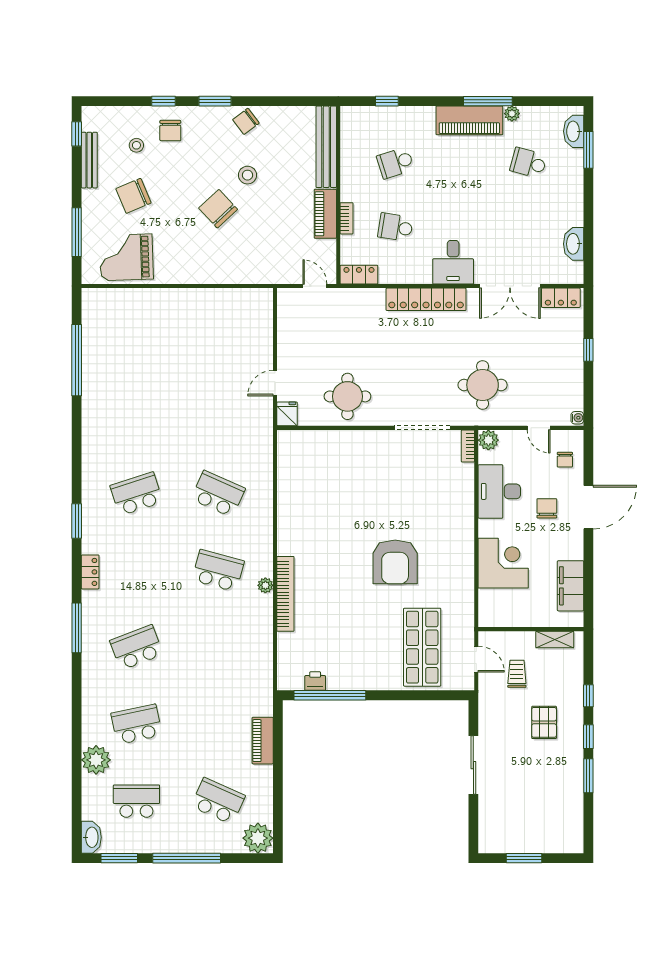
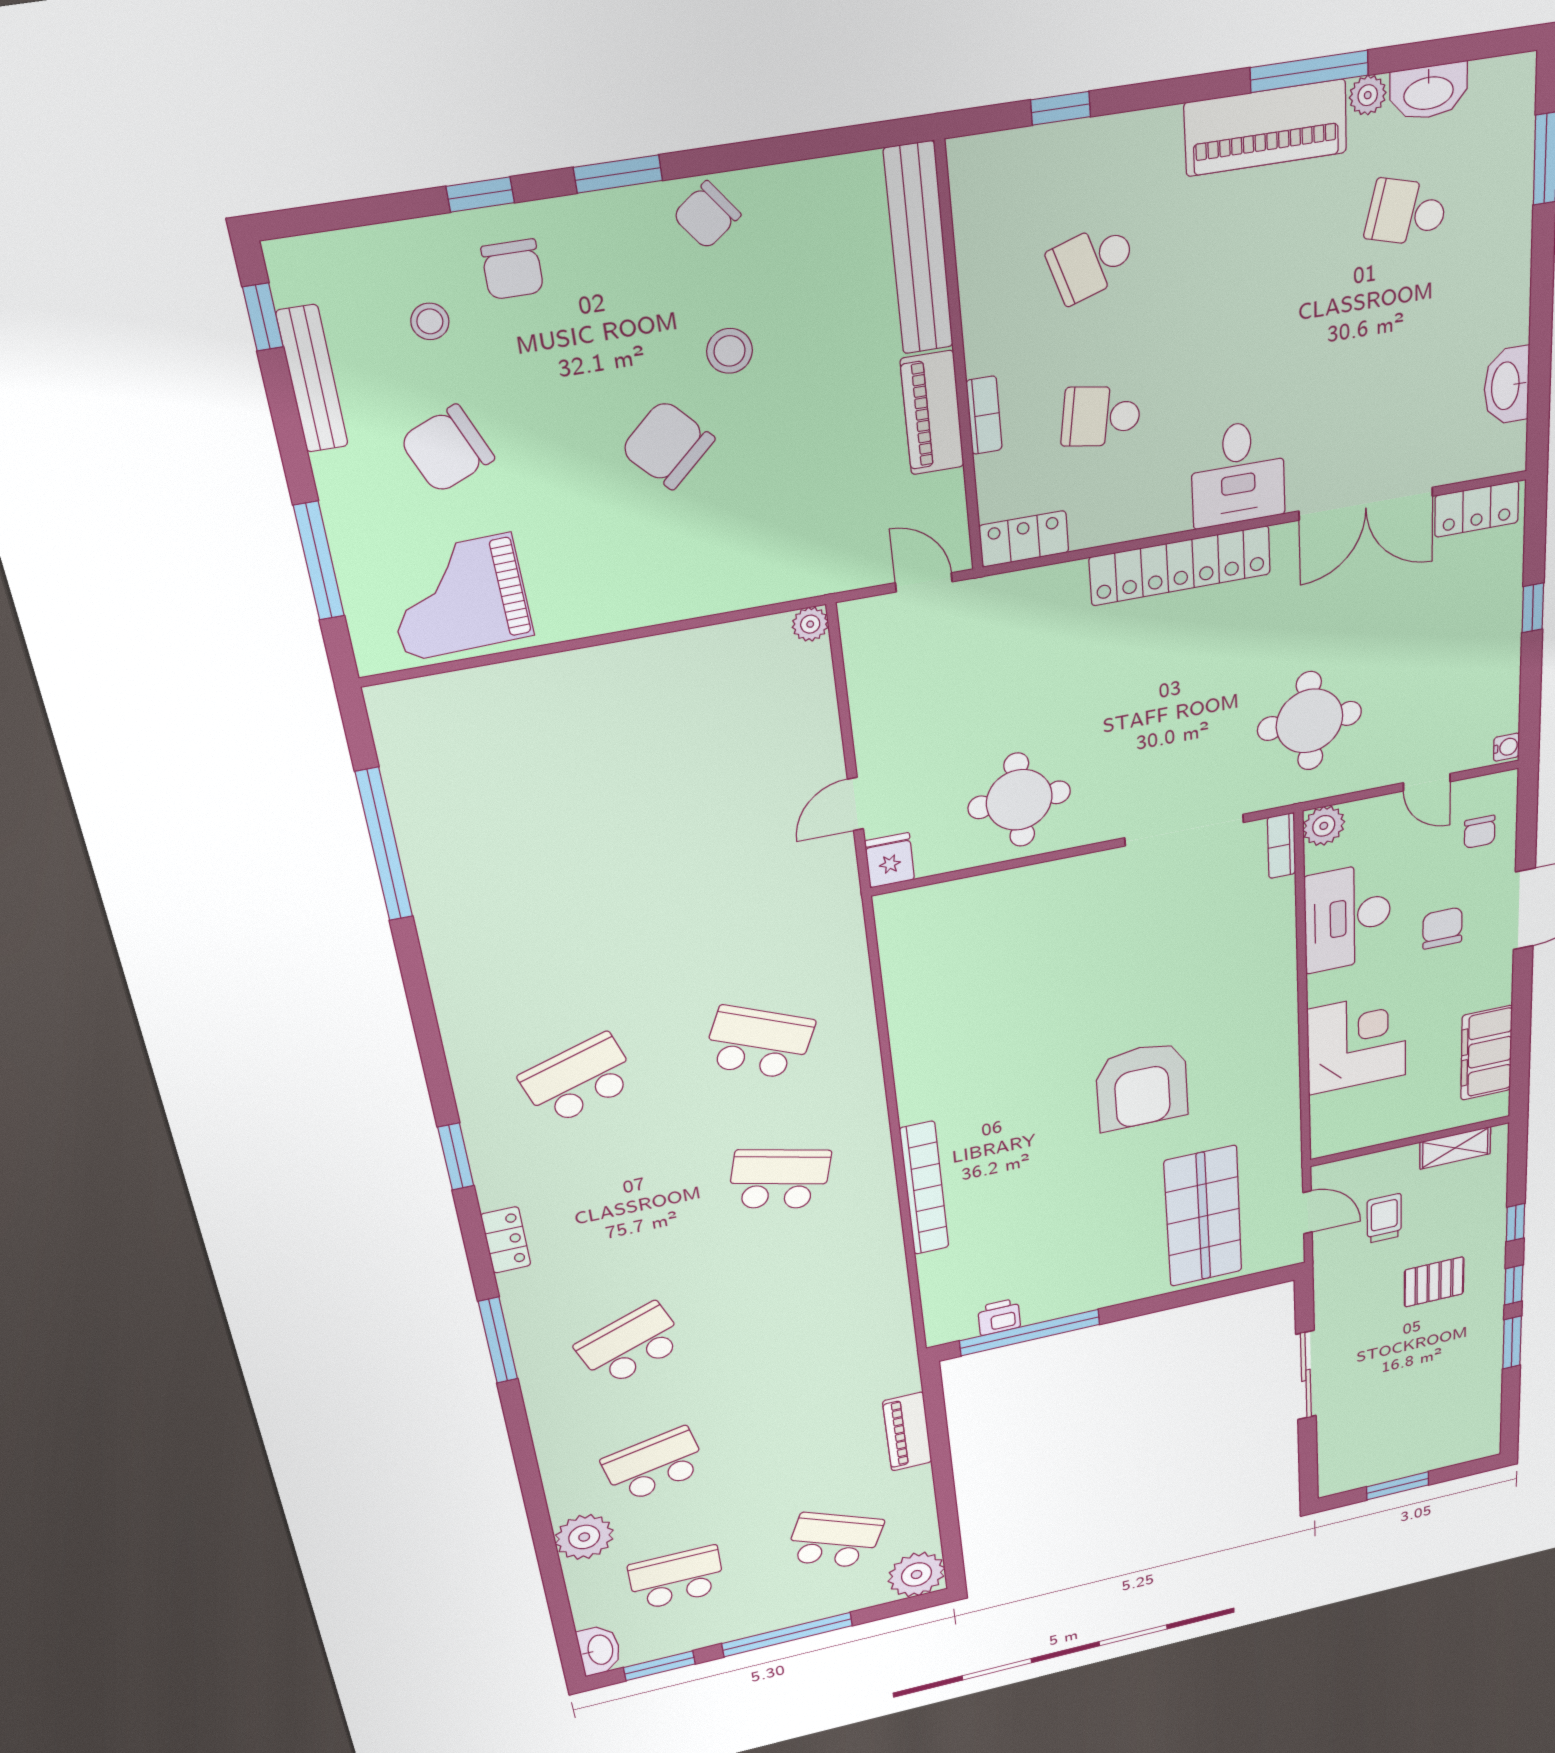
washbasin: (574, 131) -> (1429, 92), moved, turned -90
plant: (265, 585) -> (810, 624), moved
pallet: (544, 722) -> (1434, 1282), turned 90

